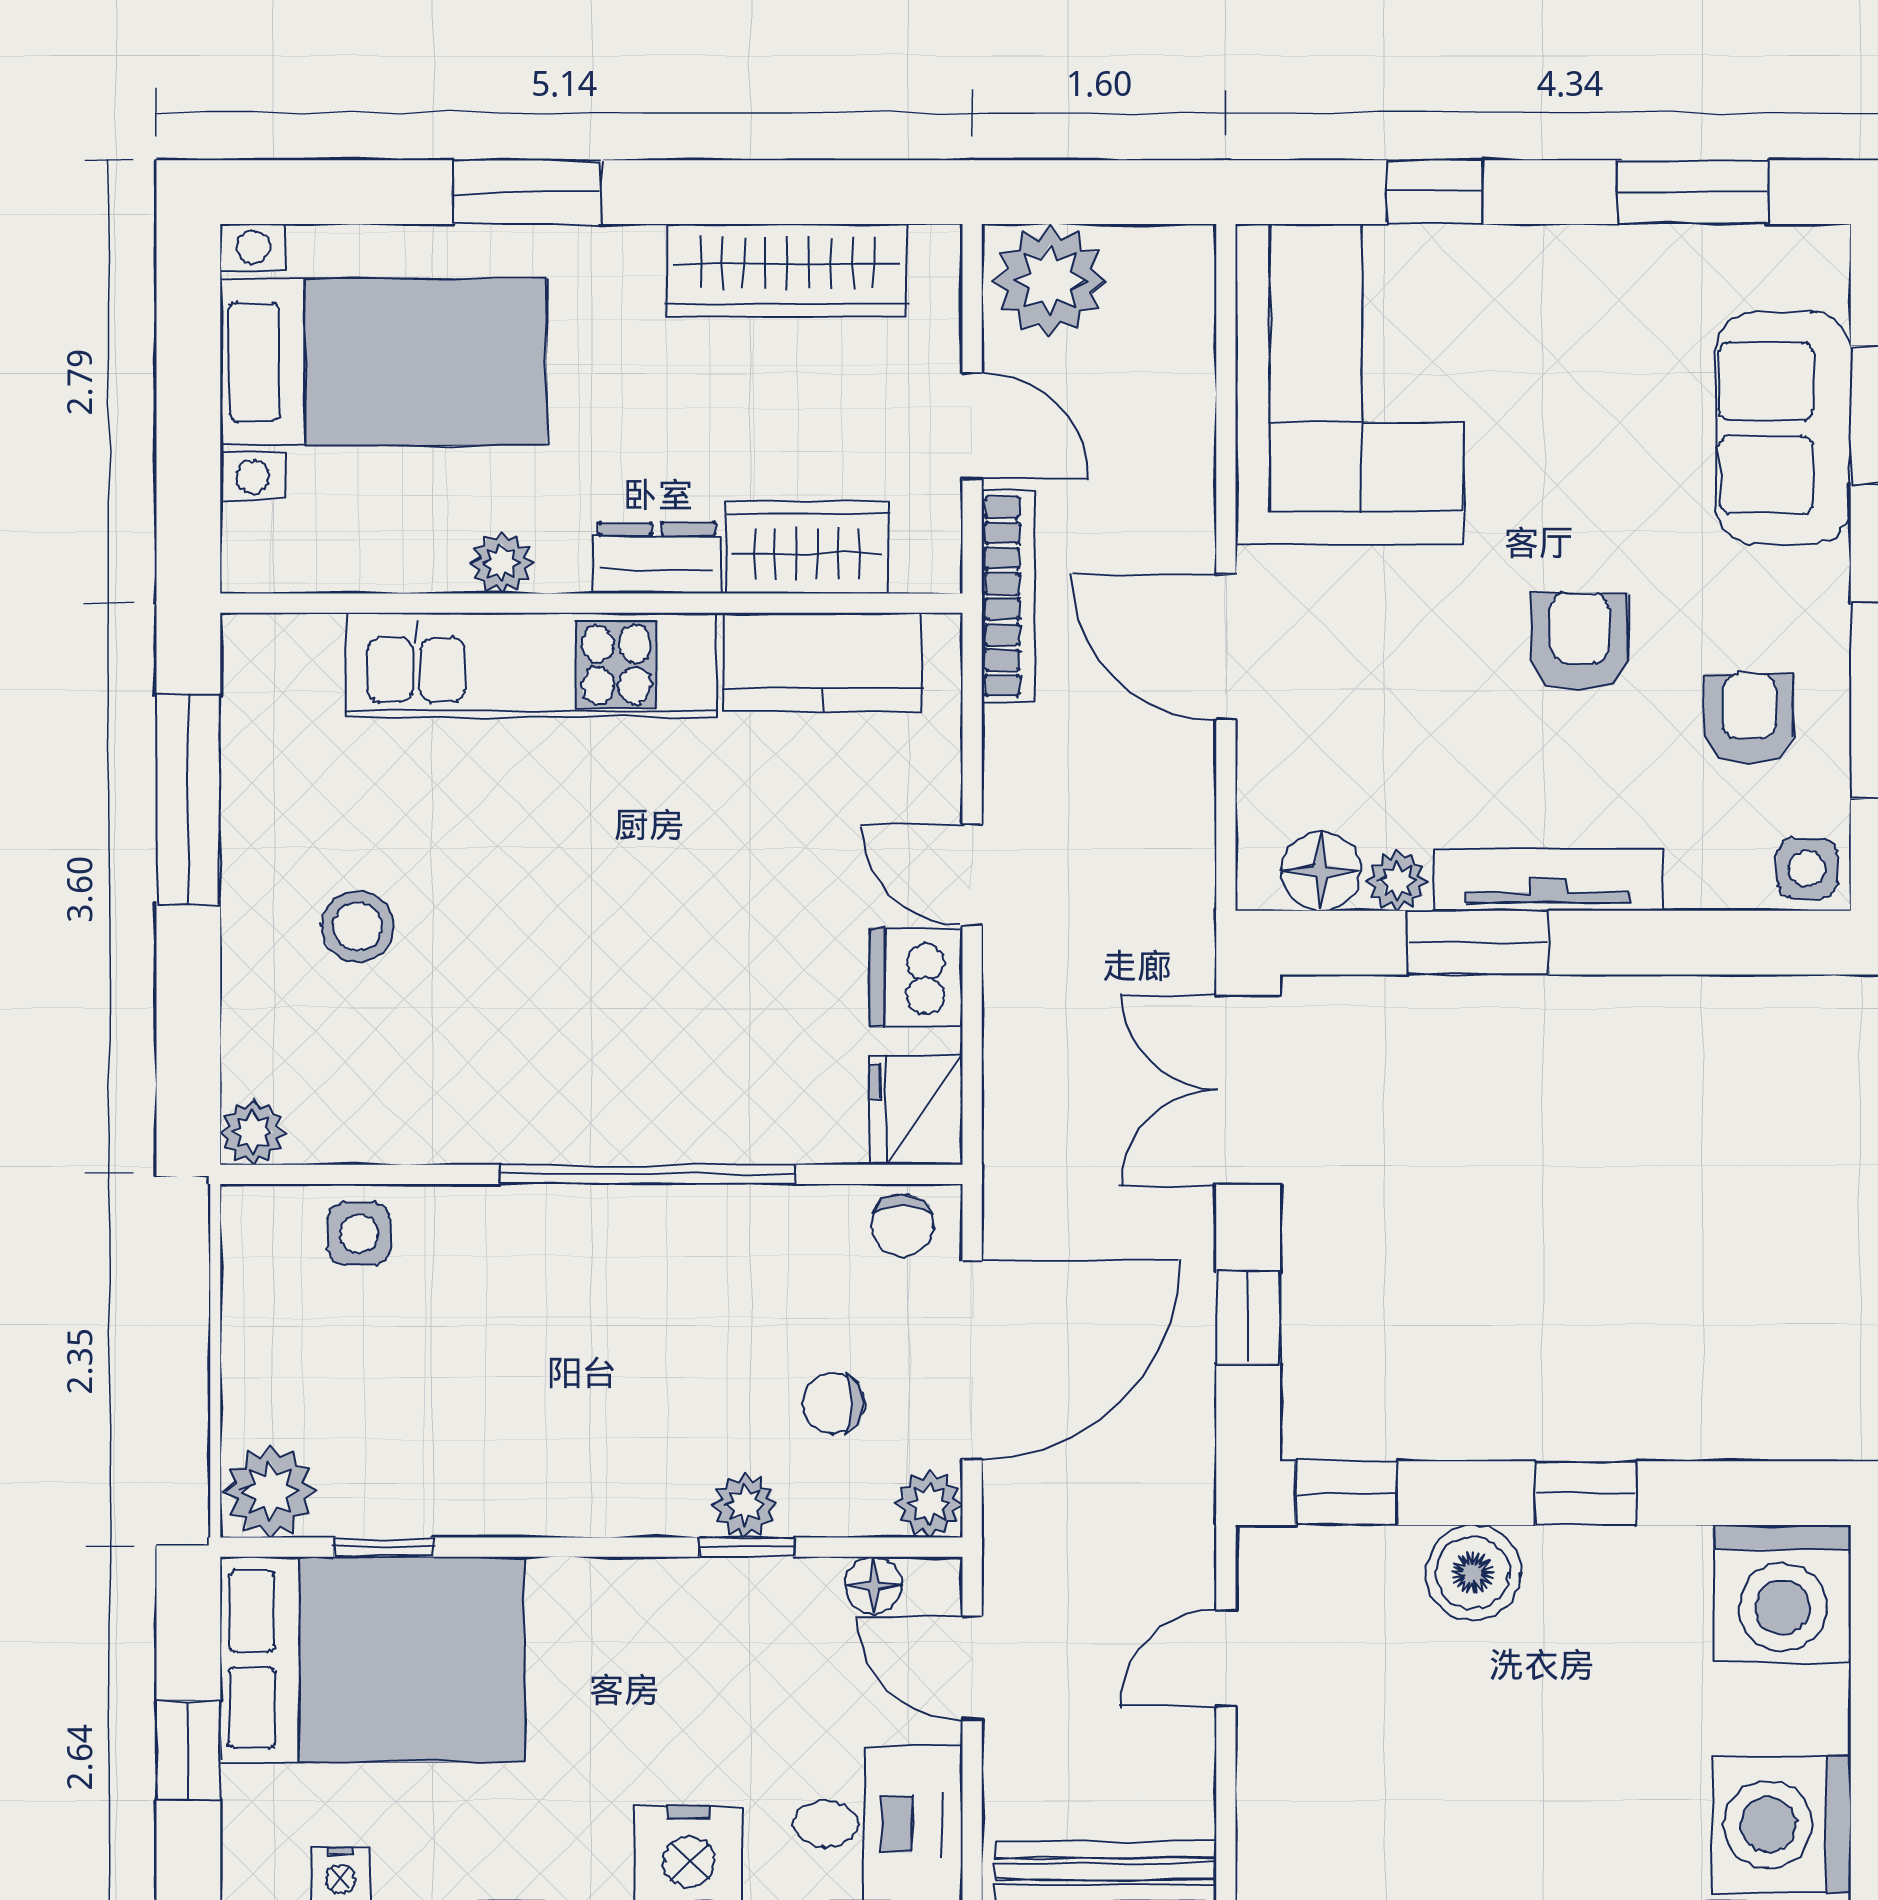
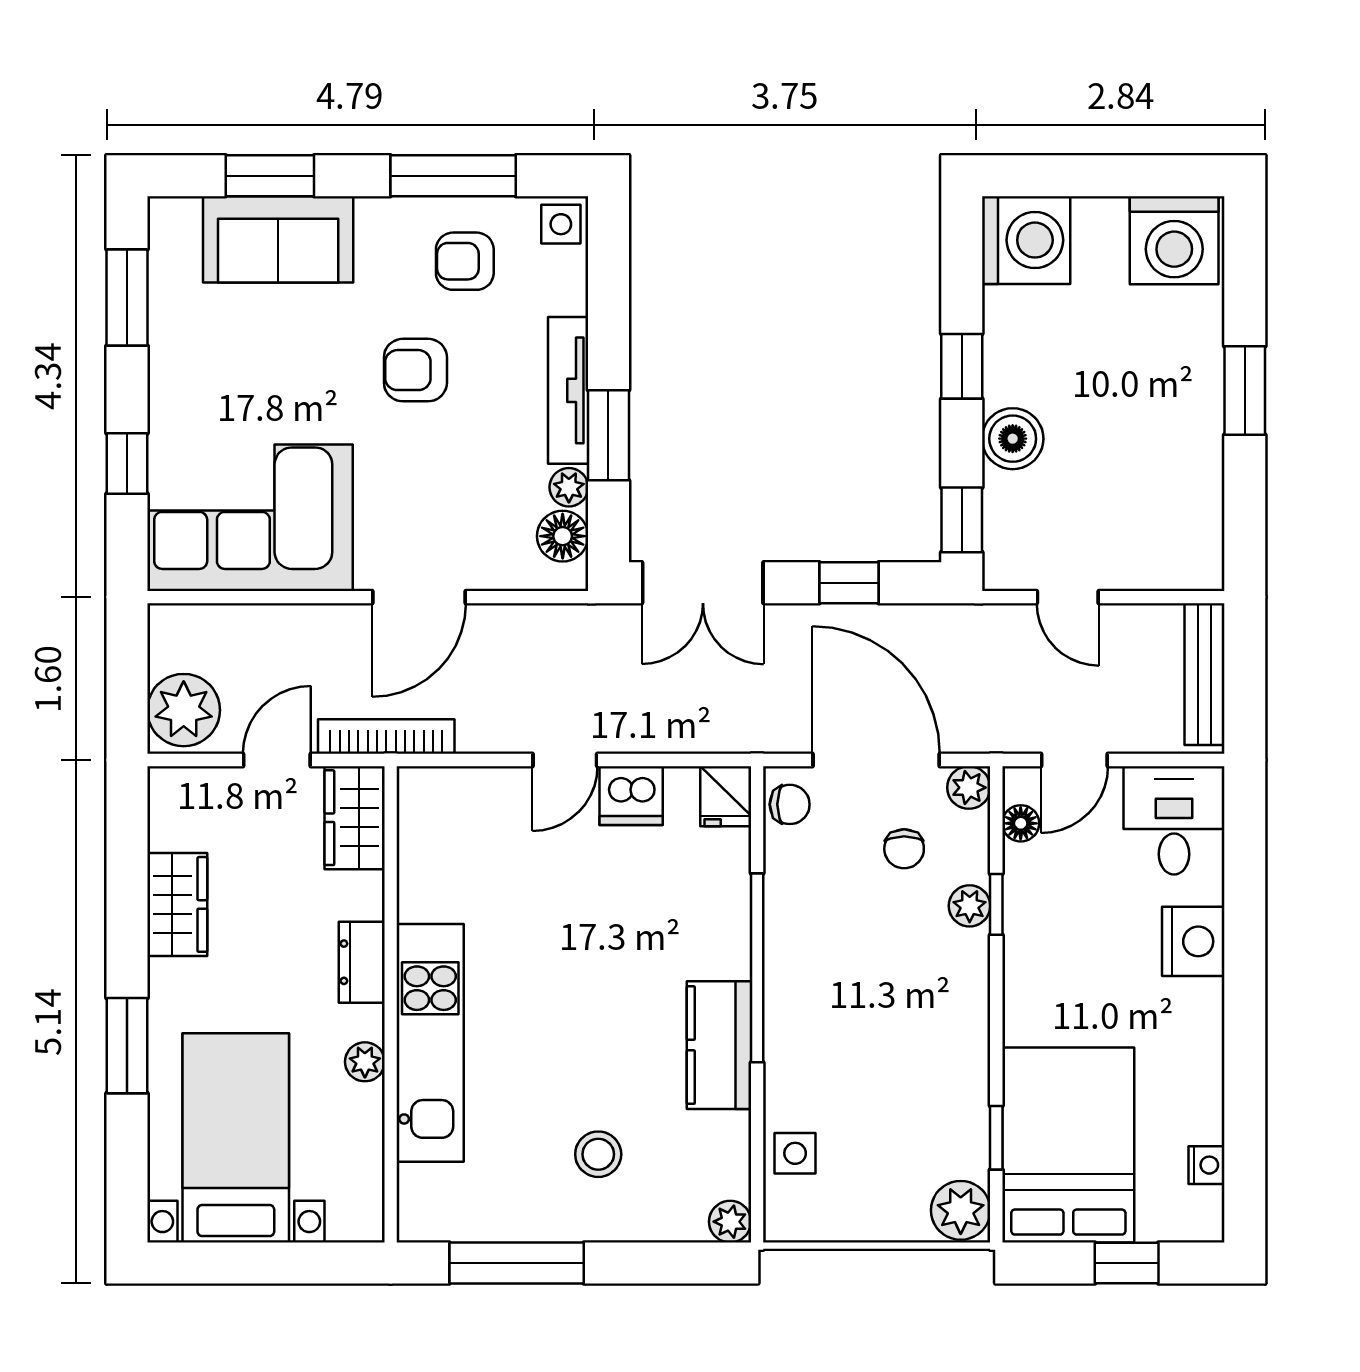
wardrobe: (787, 271) -> (177, 904), width x0.67
wardrobe: (807, 547) -> (355, 818), moved
kitchen counter: (823, 663) -> (719, 1045), moved, turned 180
fridge: (916, 1110) -> (726, 796), width x0.72

